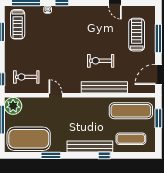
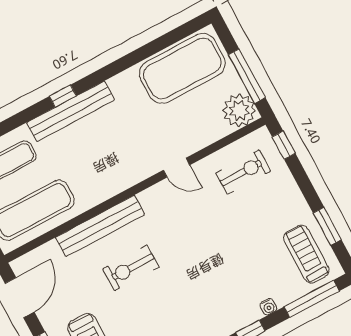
exercise bike: (101, 61) -> (131, 268), turned 180
window: (51, 155) -> (129, 60), removed
window: (104, 155) -> (63, 96), moved

